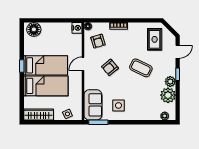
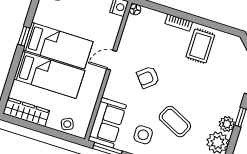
rug: (155, 39) -> (200, 46), moved
armchair: (98, 41) -> (143, 35), removed
coffee table: (141, 68) -> (175, 122), moved

